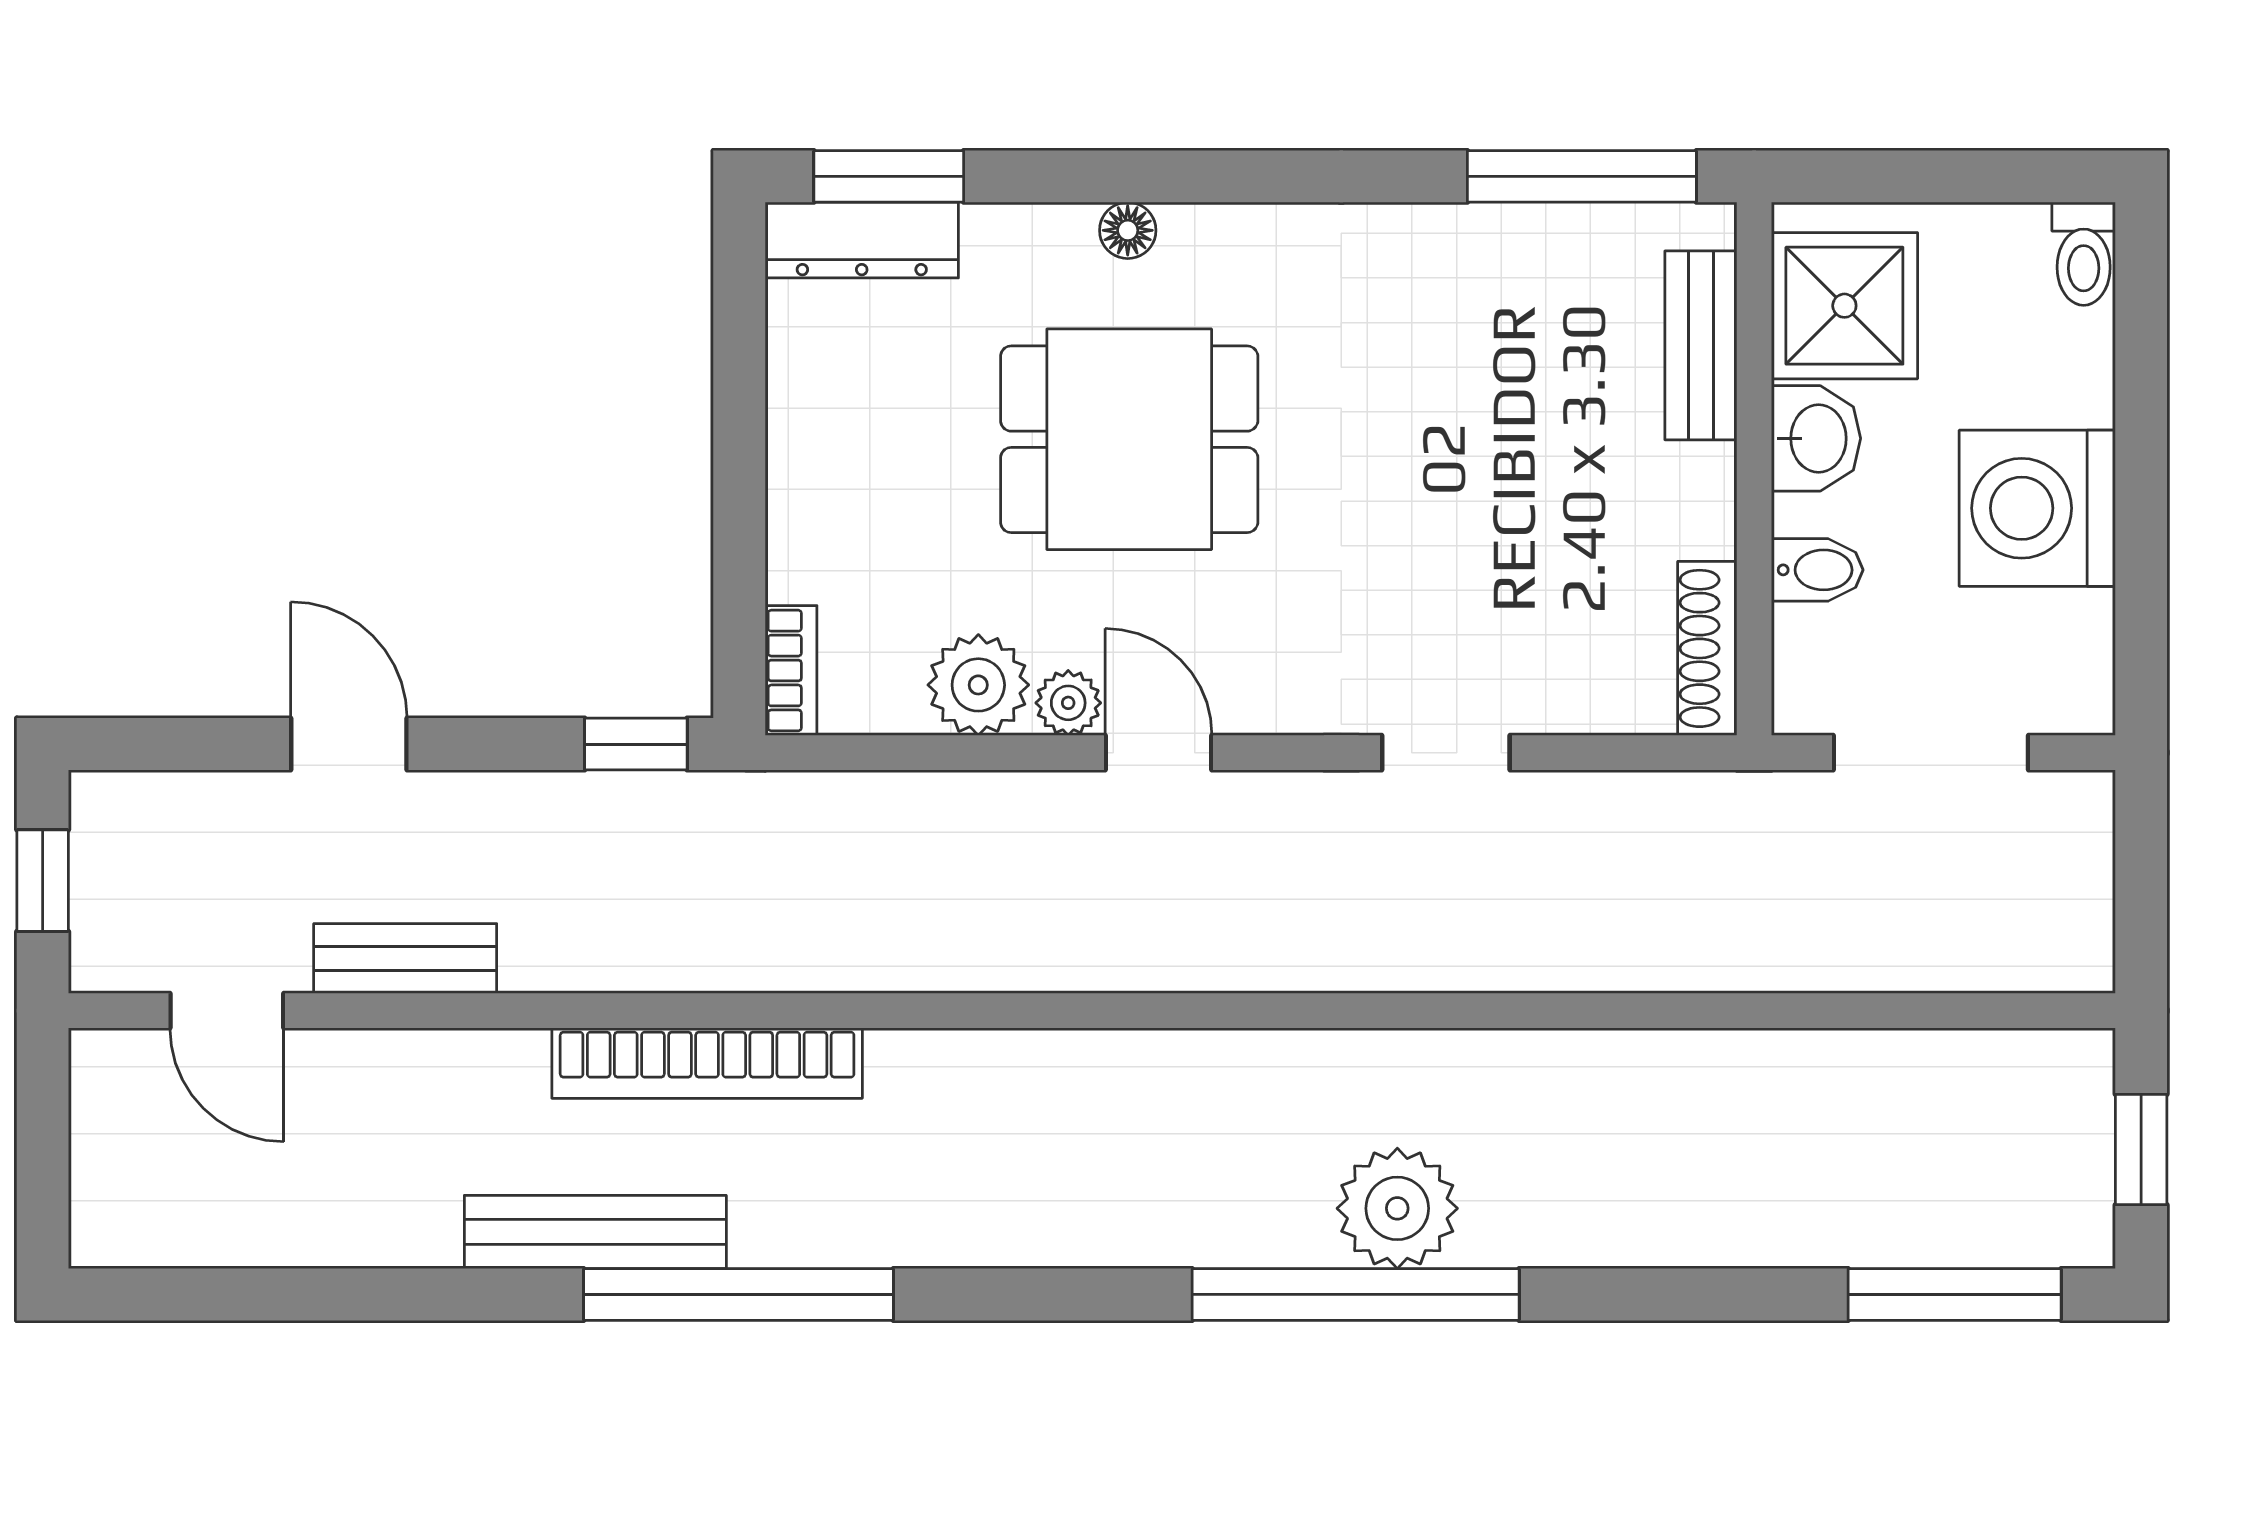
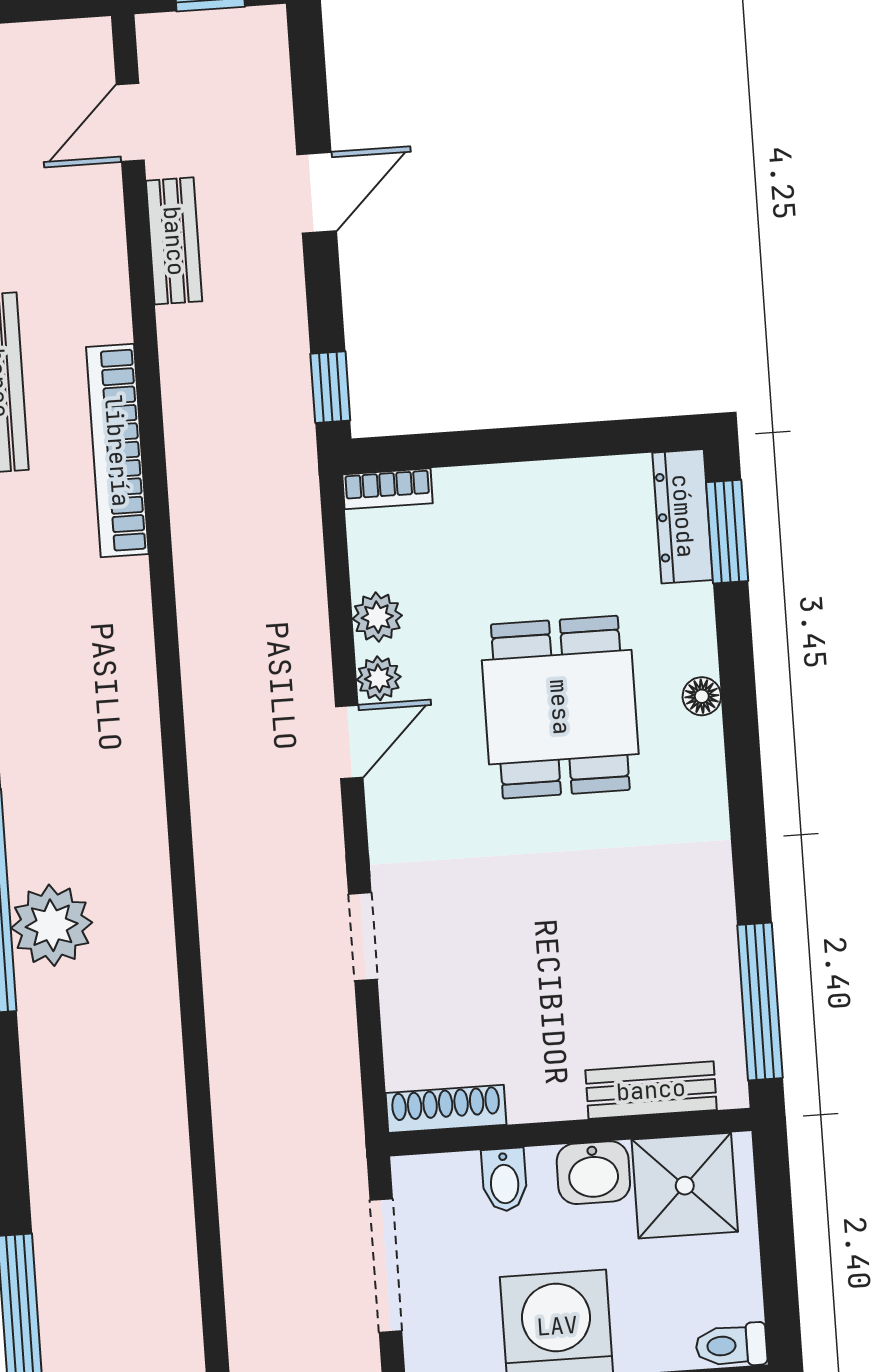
plant: (978, 685) -> (377, 617), width x0.73, depth x0.73

